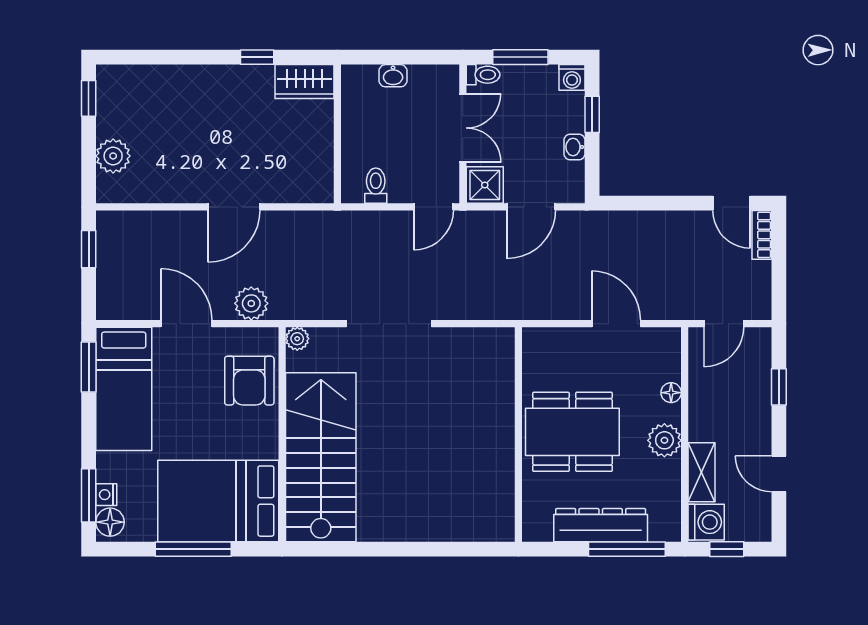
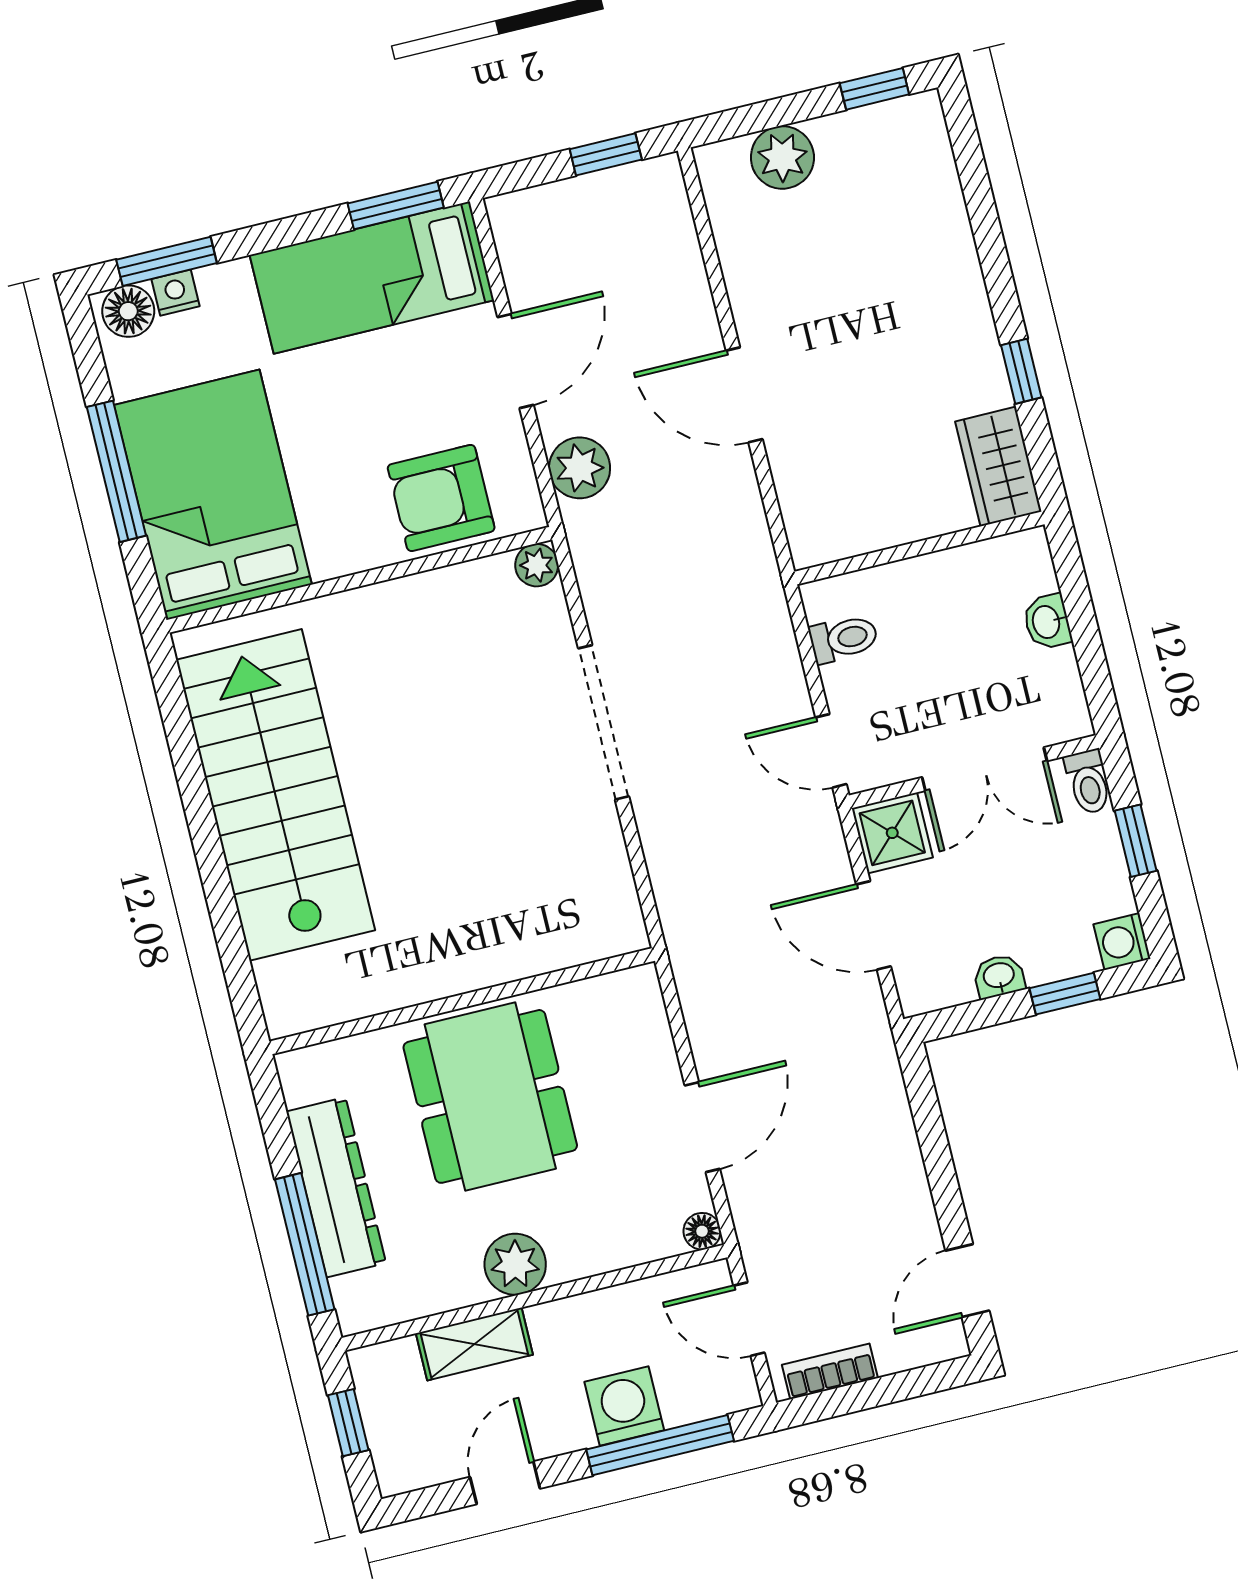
window: (520, 57) -> (1136, 841), width x0.67
bookcase: (762, 235) -> (830, 1371), moved
window: (779, 387) -> (660, 1445), width x2.17
floor lamp: (671, 393) -> (702, 1231), moved
stairs: (321, 457) -> (276, 795), moved, turned -90
washing machine: (706, 522) -> (624, 1406), moved, turned 180

